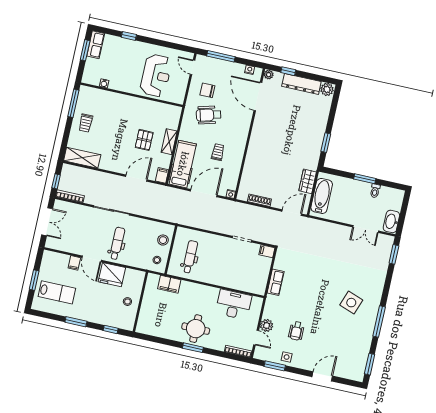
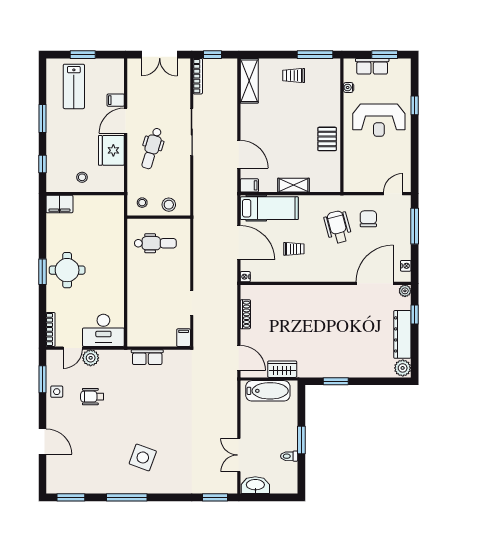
row of seats: (96, 45) -> (372, 66), moved
reception desk: (156, 75) -> (379, 120), moved
pallet: (144, 140) -> (327, 139), moved, turned 90
dental chair: (117, 243) -> (152, 148), turned 107
filing cabinet: (169, 284) -> (59, 204), moved, turned -90
desk: (234, 304) -> (103, 330), moved, turned 90

